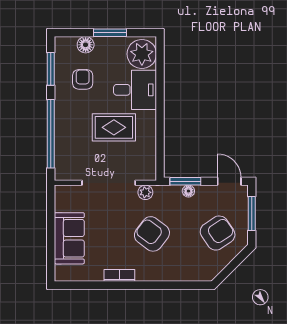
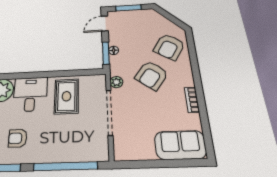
rug: (114, 127) -> (66, 96), moved
armchair: (218, 233) -> (169, 47), moved, turned -114
sofa: (69, 238) -> (180, 145), moved

